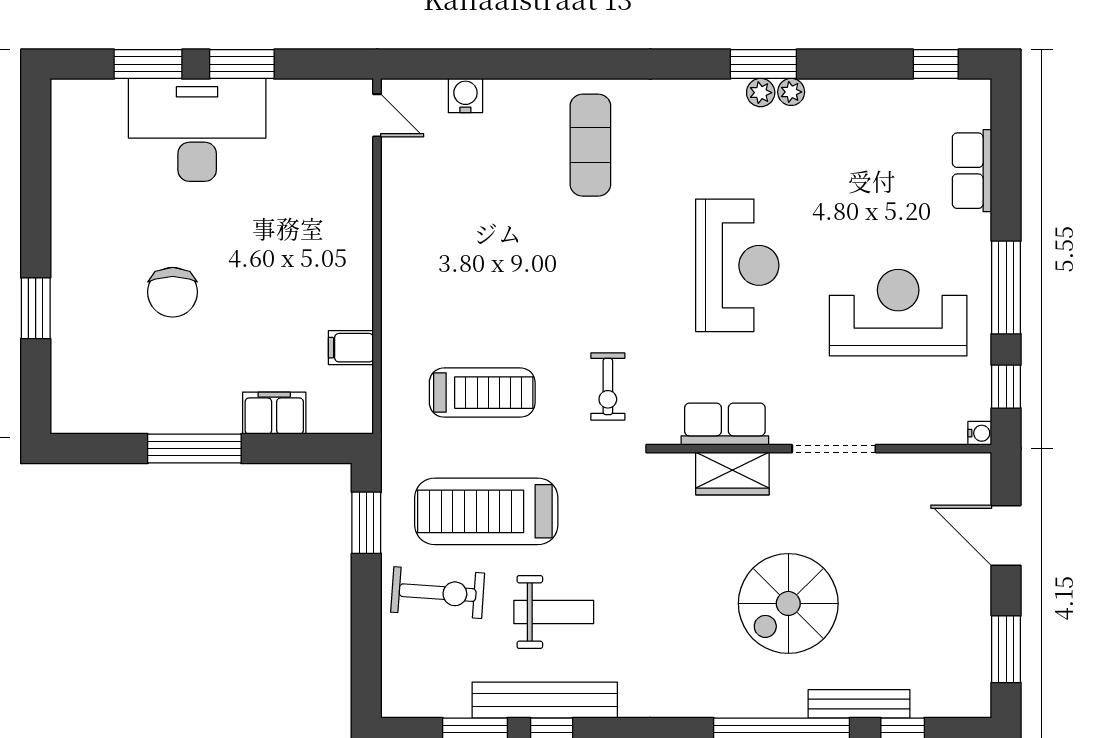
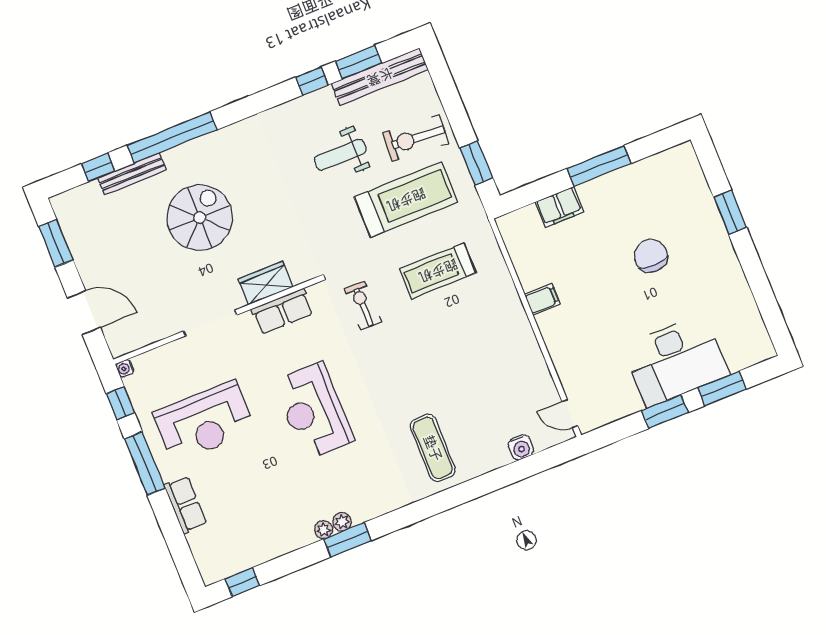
row of seats: (972, 171) -> (185, 505), moved
filing cabinet: (351, 348) -> (542, 299), moved
bench: (545, 700) -> (380, 77), moved

